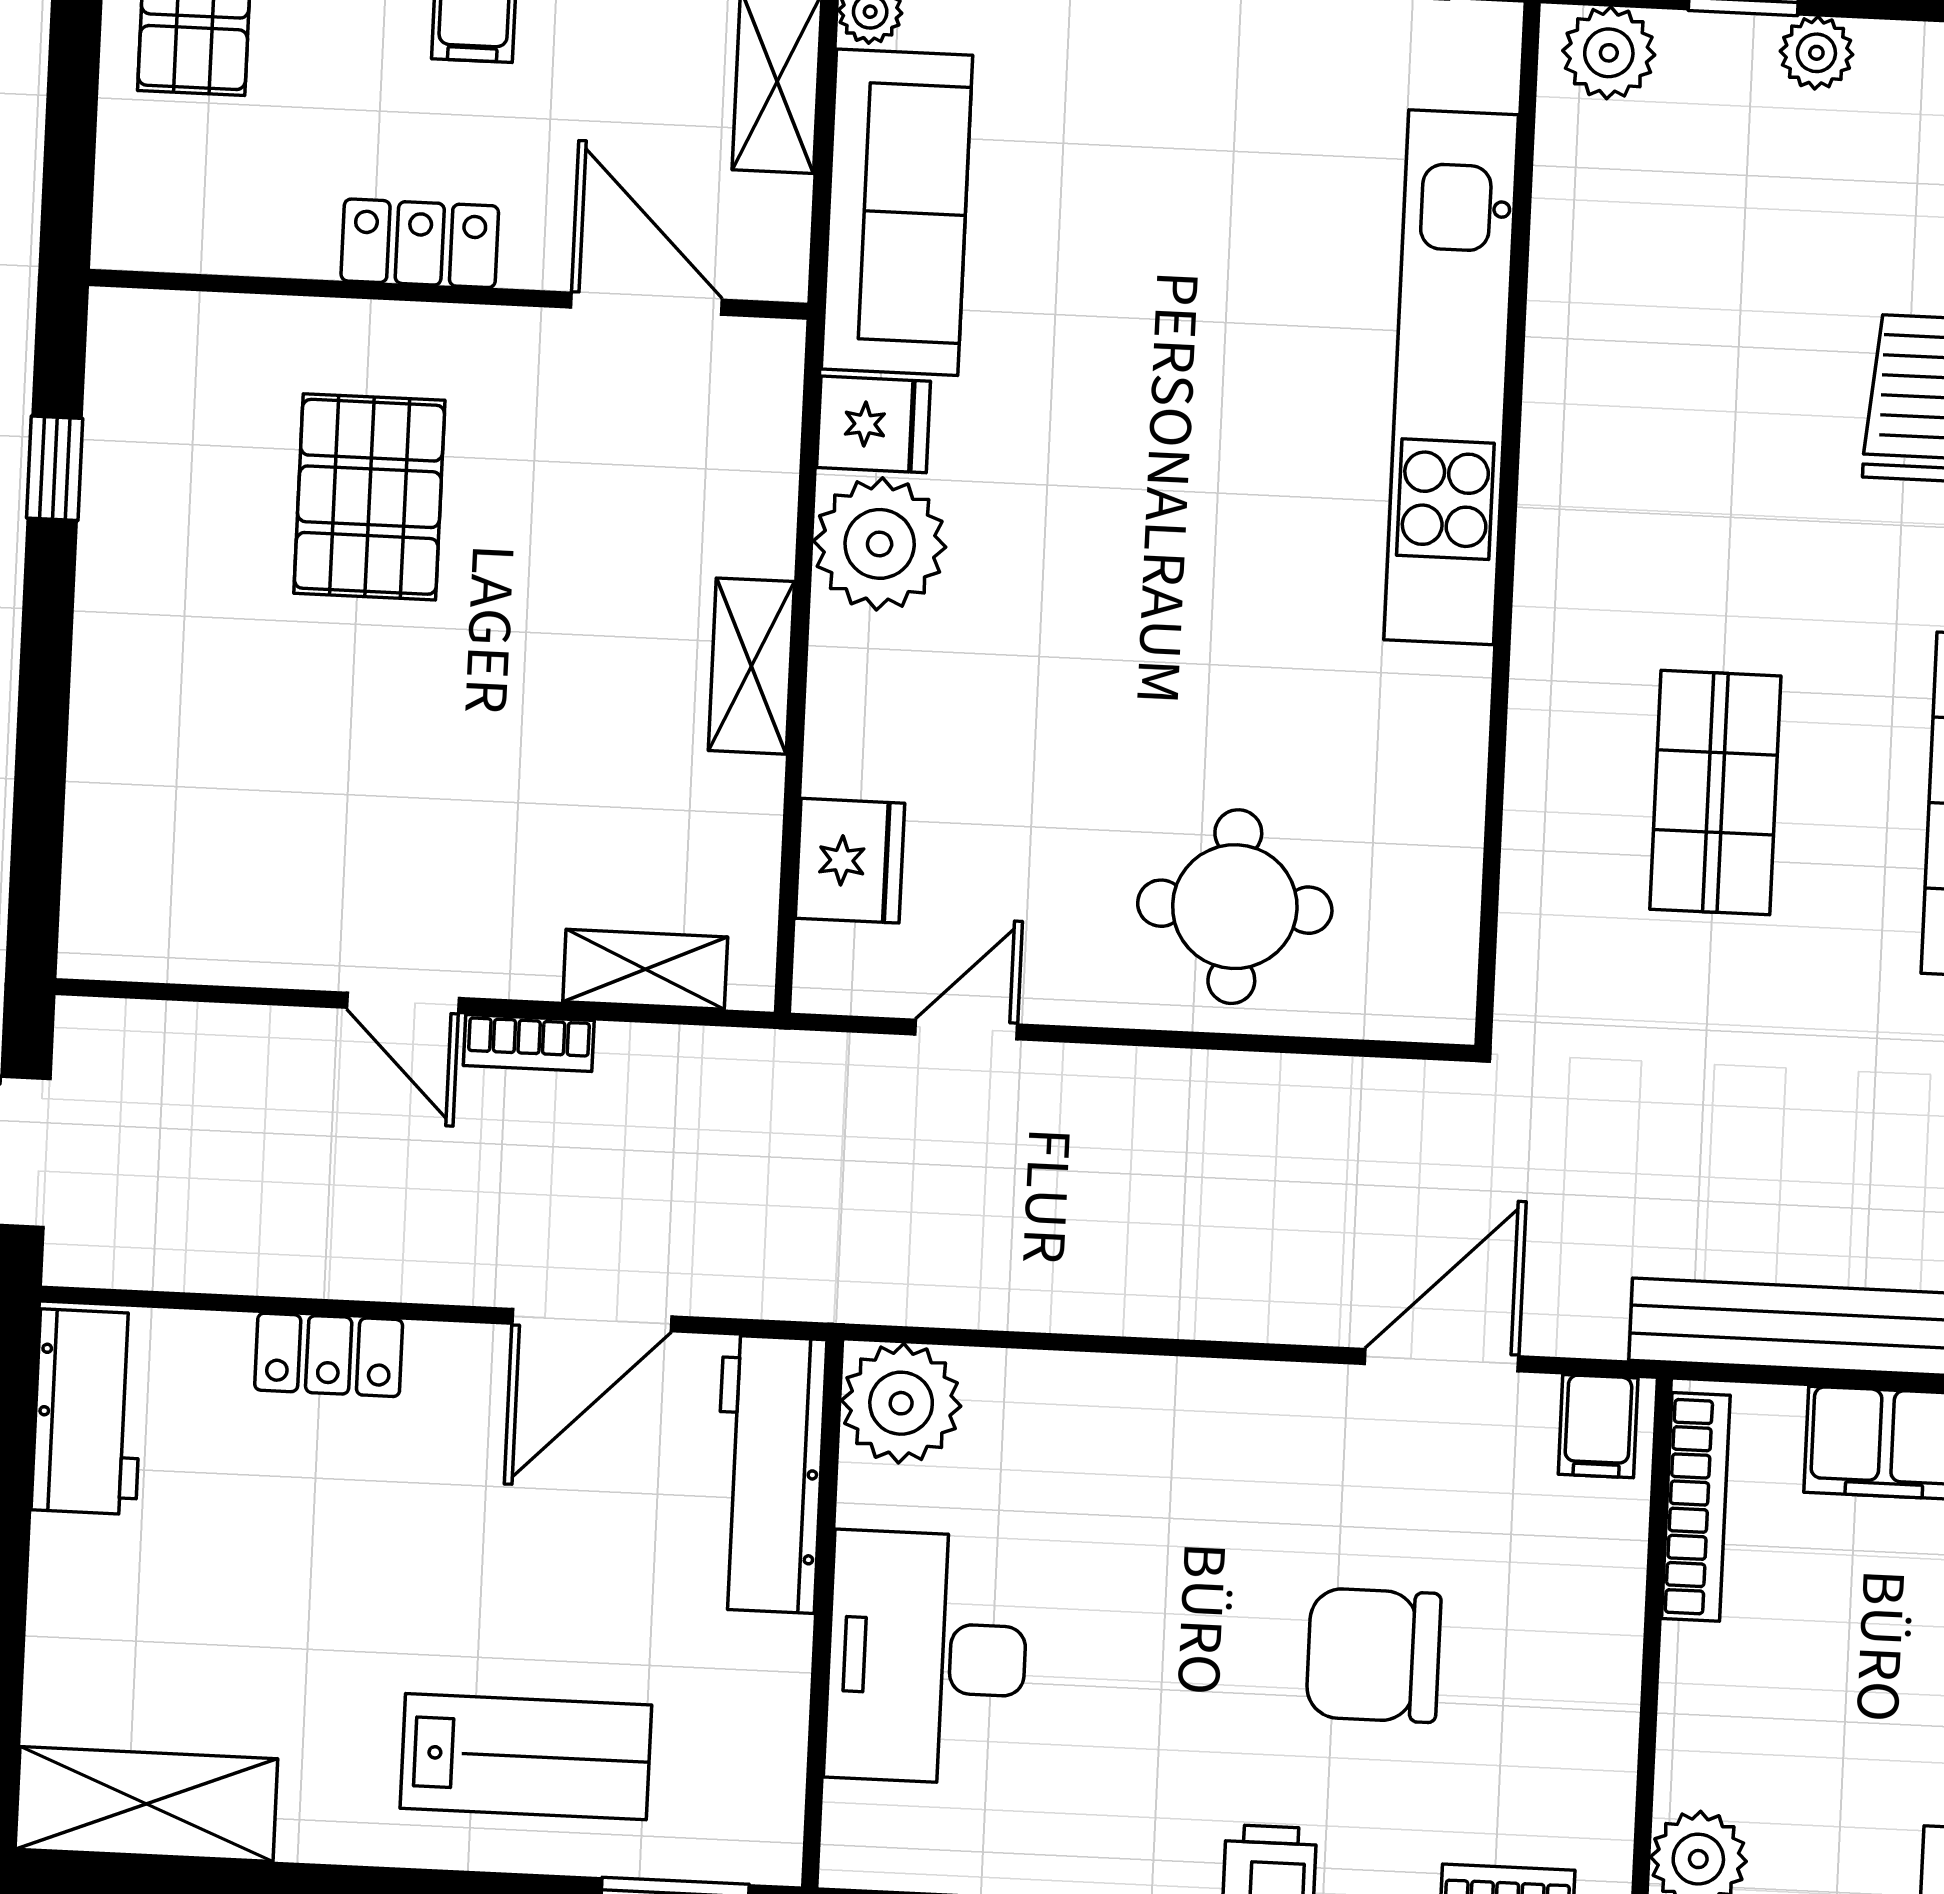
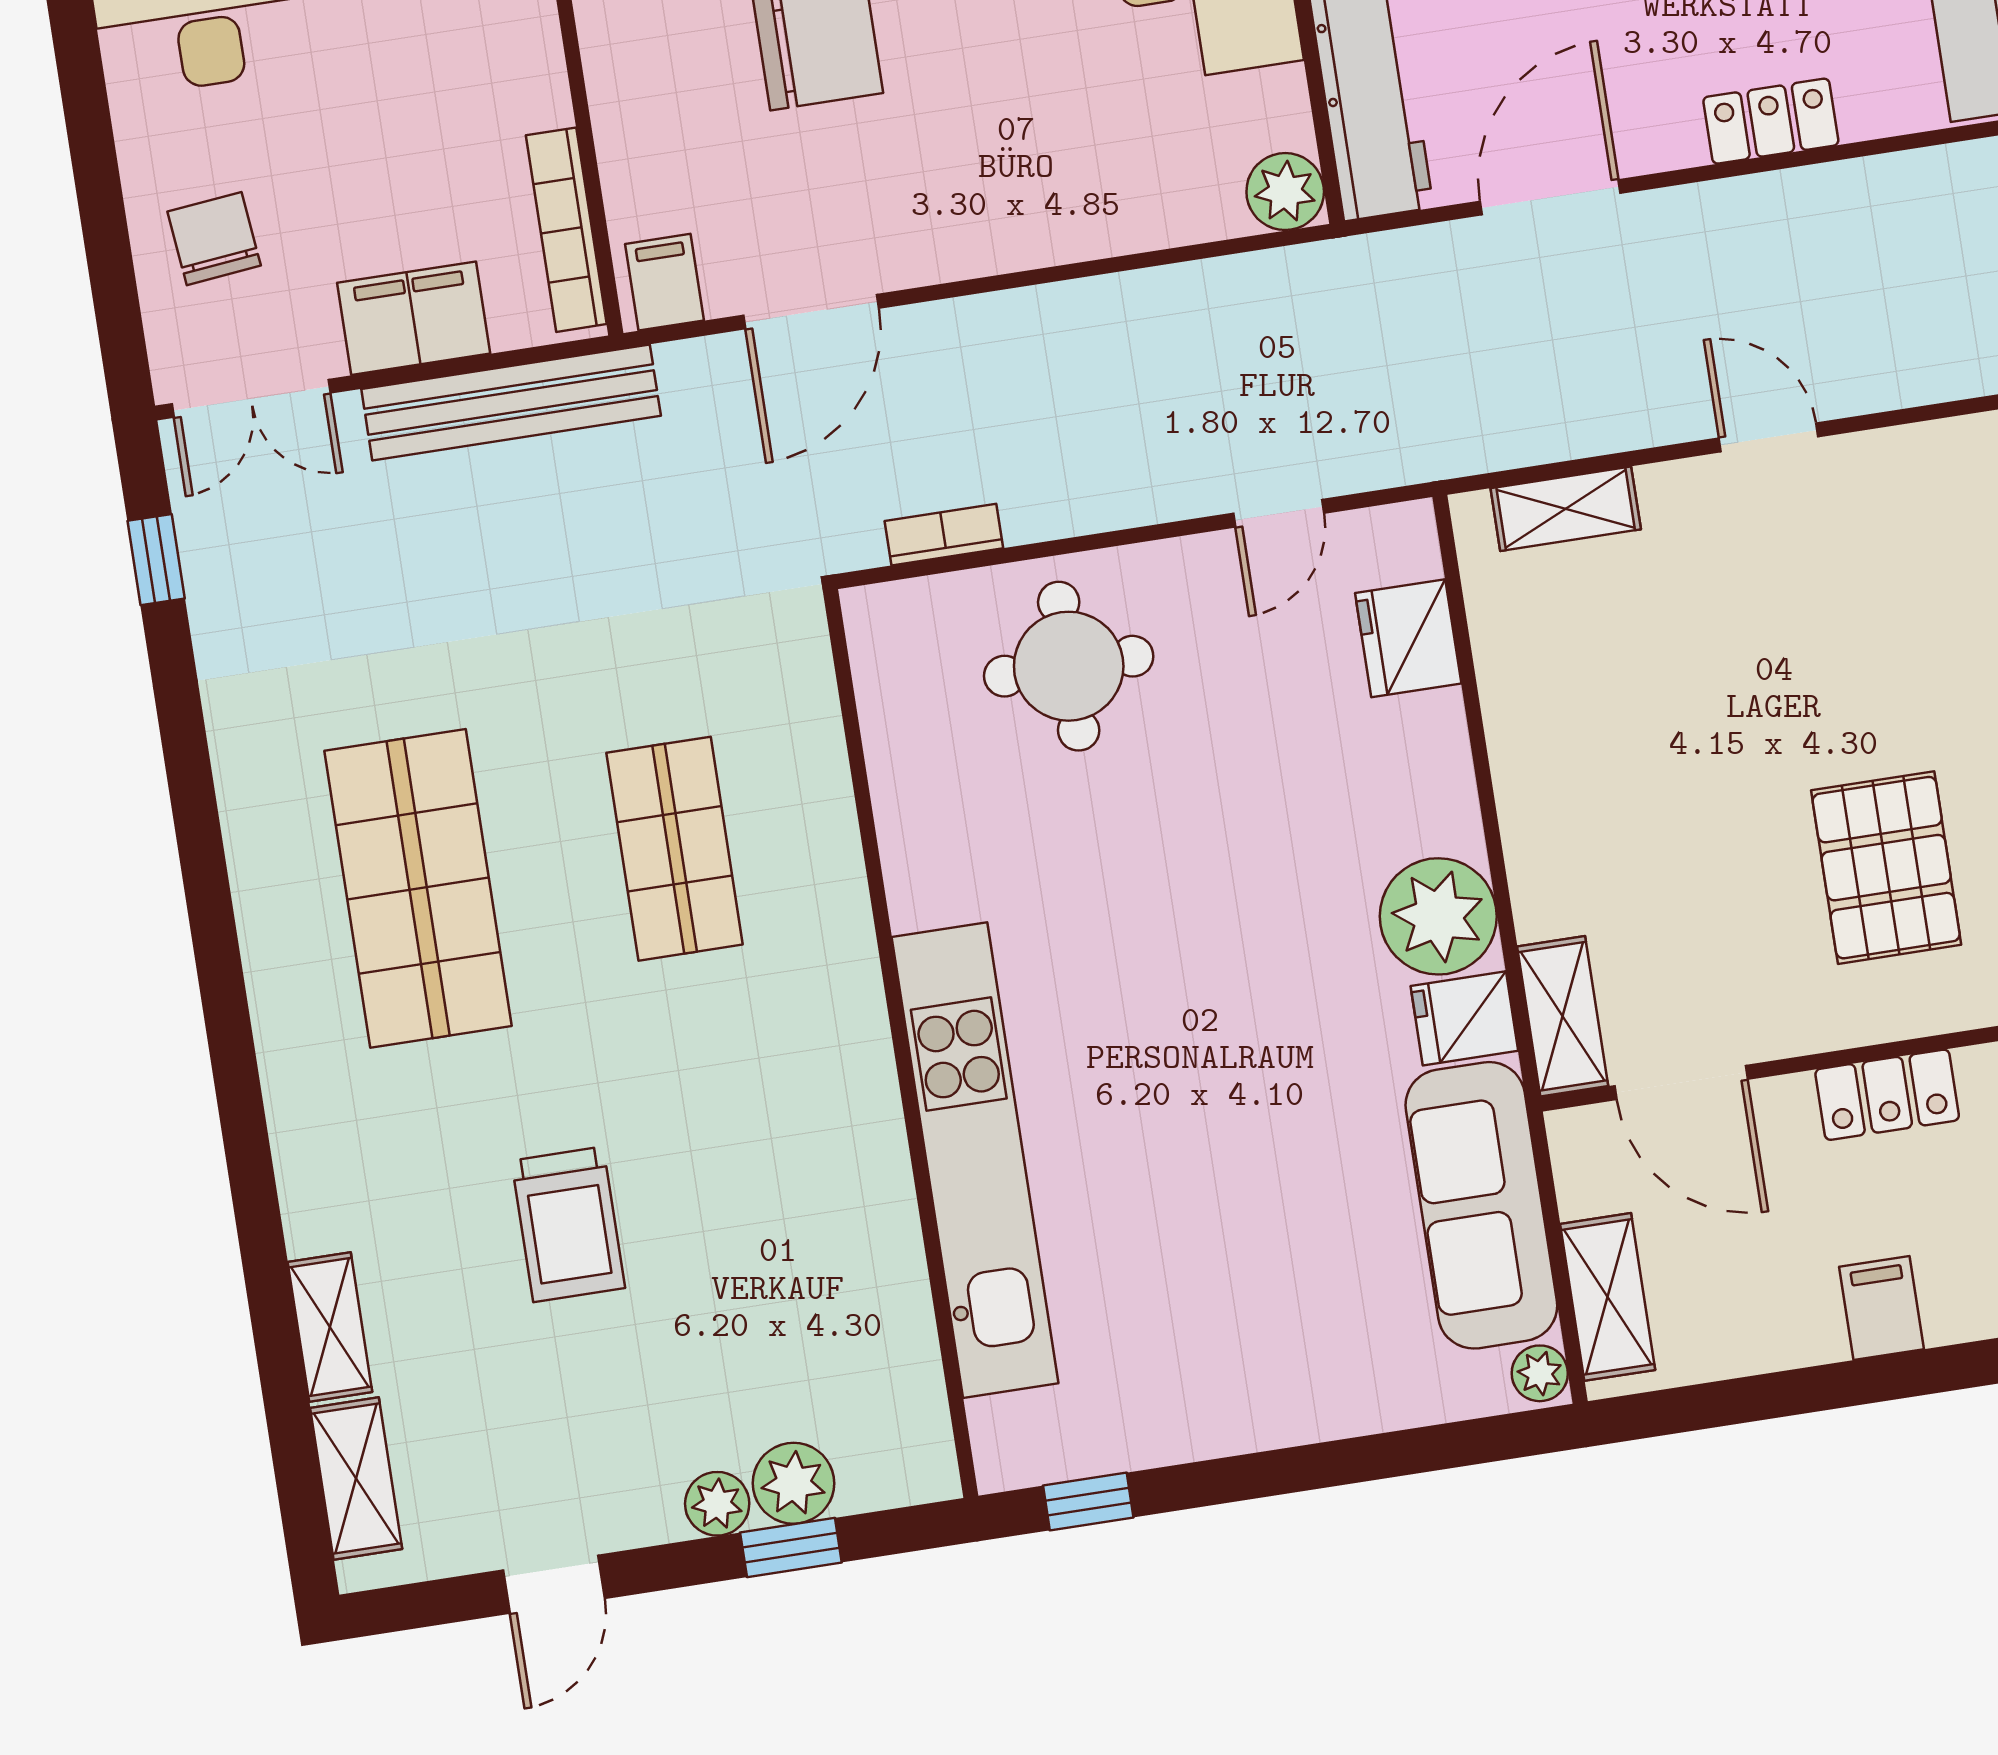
plant: (1609, 53) -> (793, 1483), moved
shelving: (751, 666) -> (1563, 1016), moved
bookcase: (529, 1043) -> (944, 535), moved
plant: (901, 1403) -> (1285, 192), width x0.73, depth x0.73

